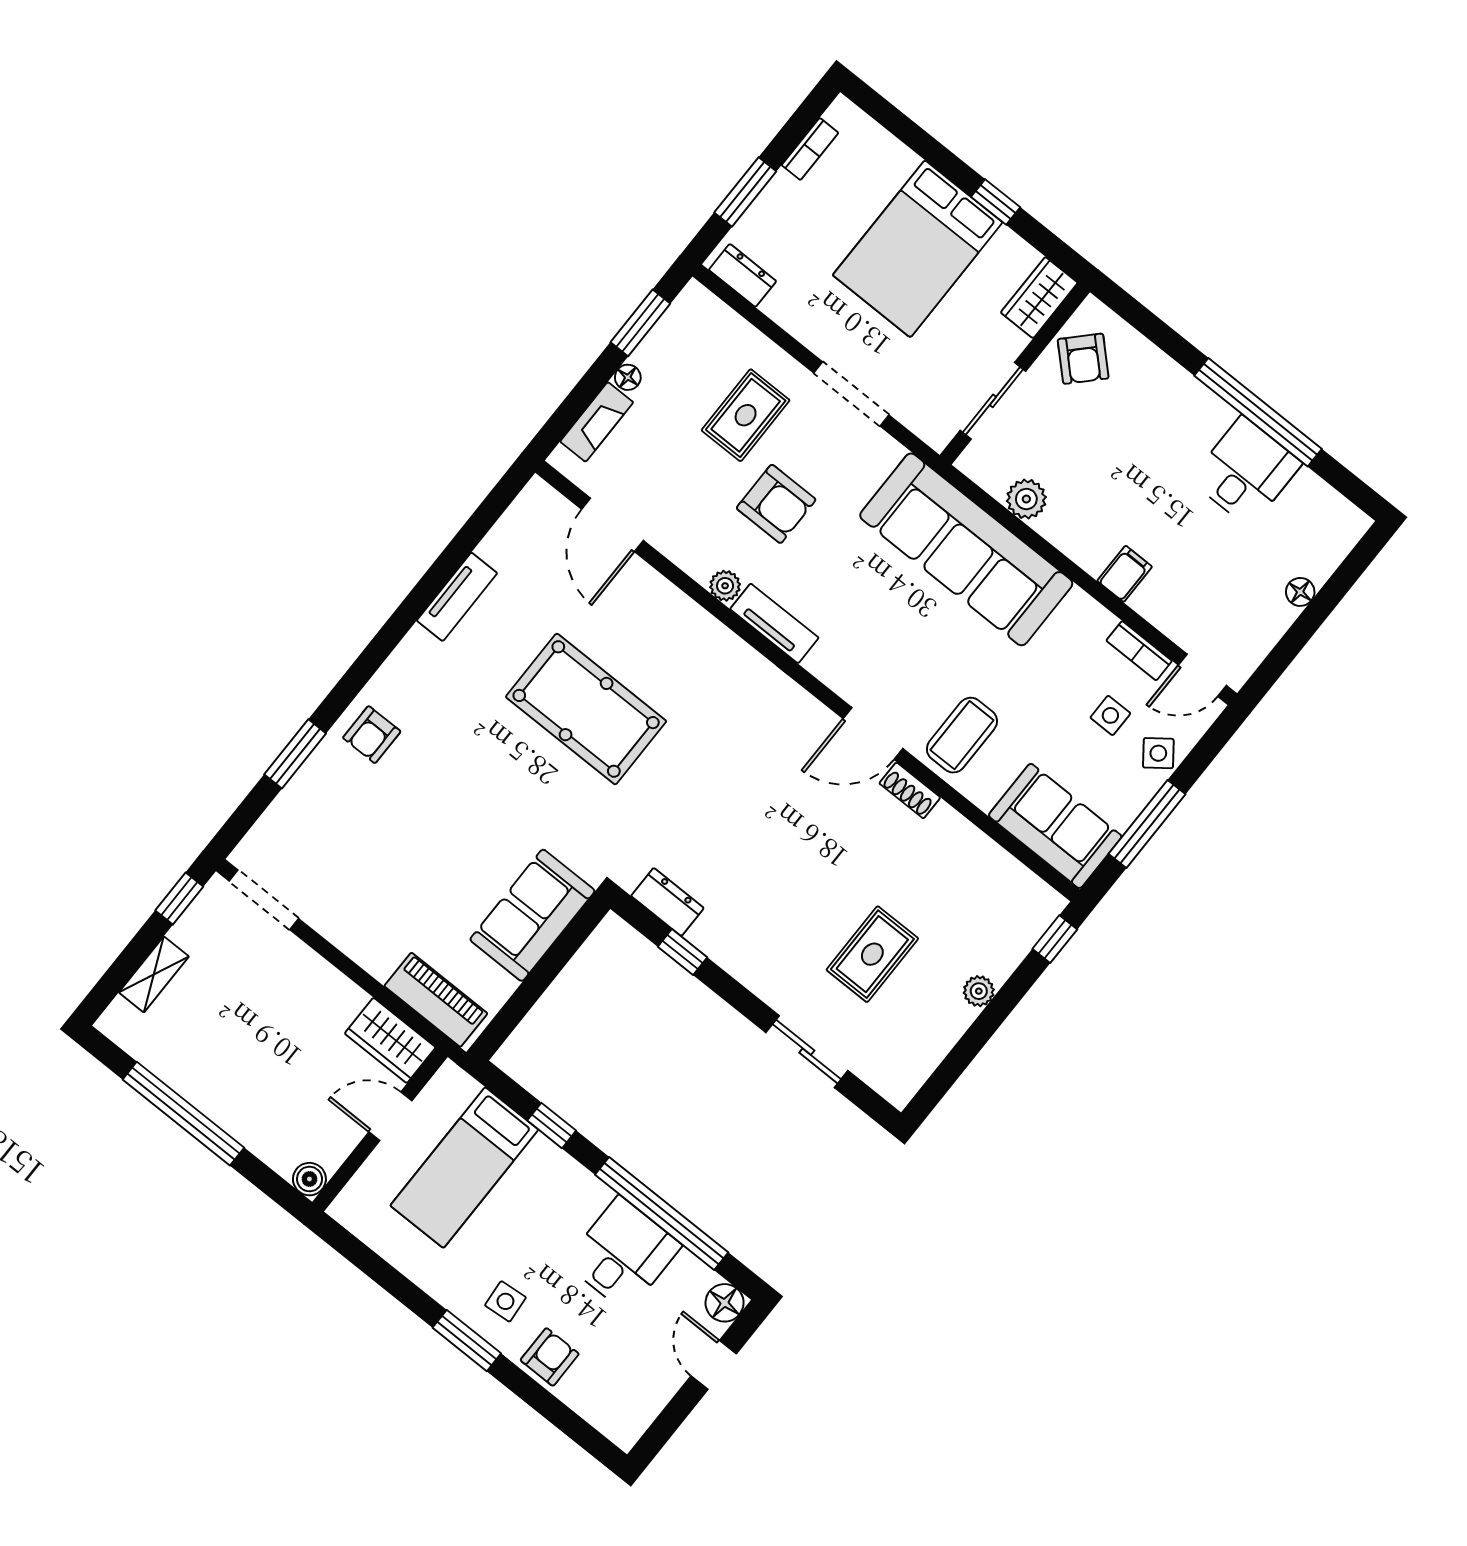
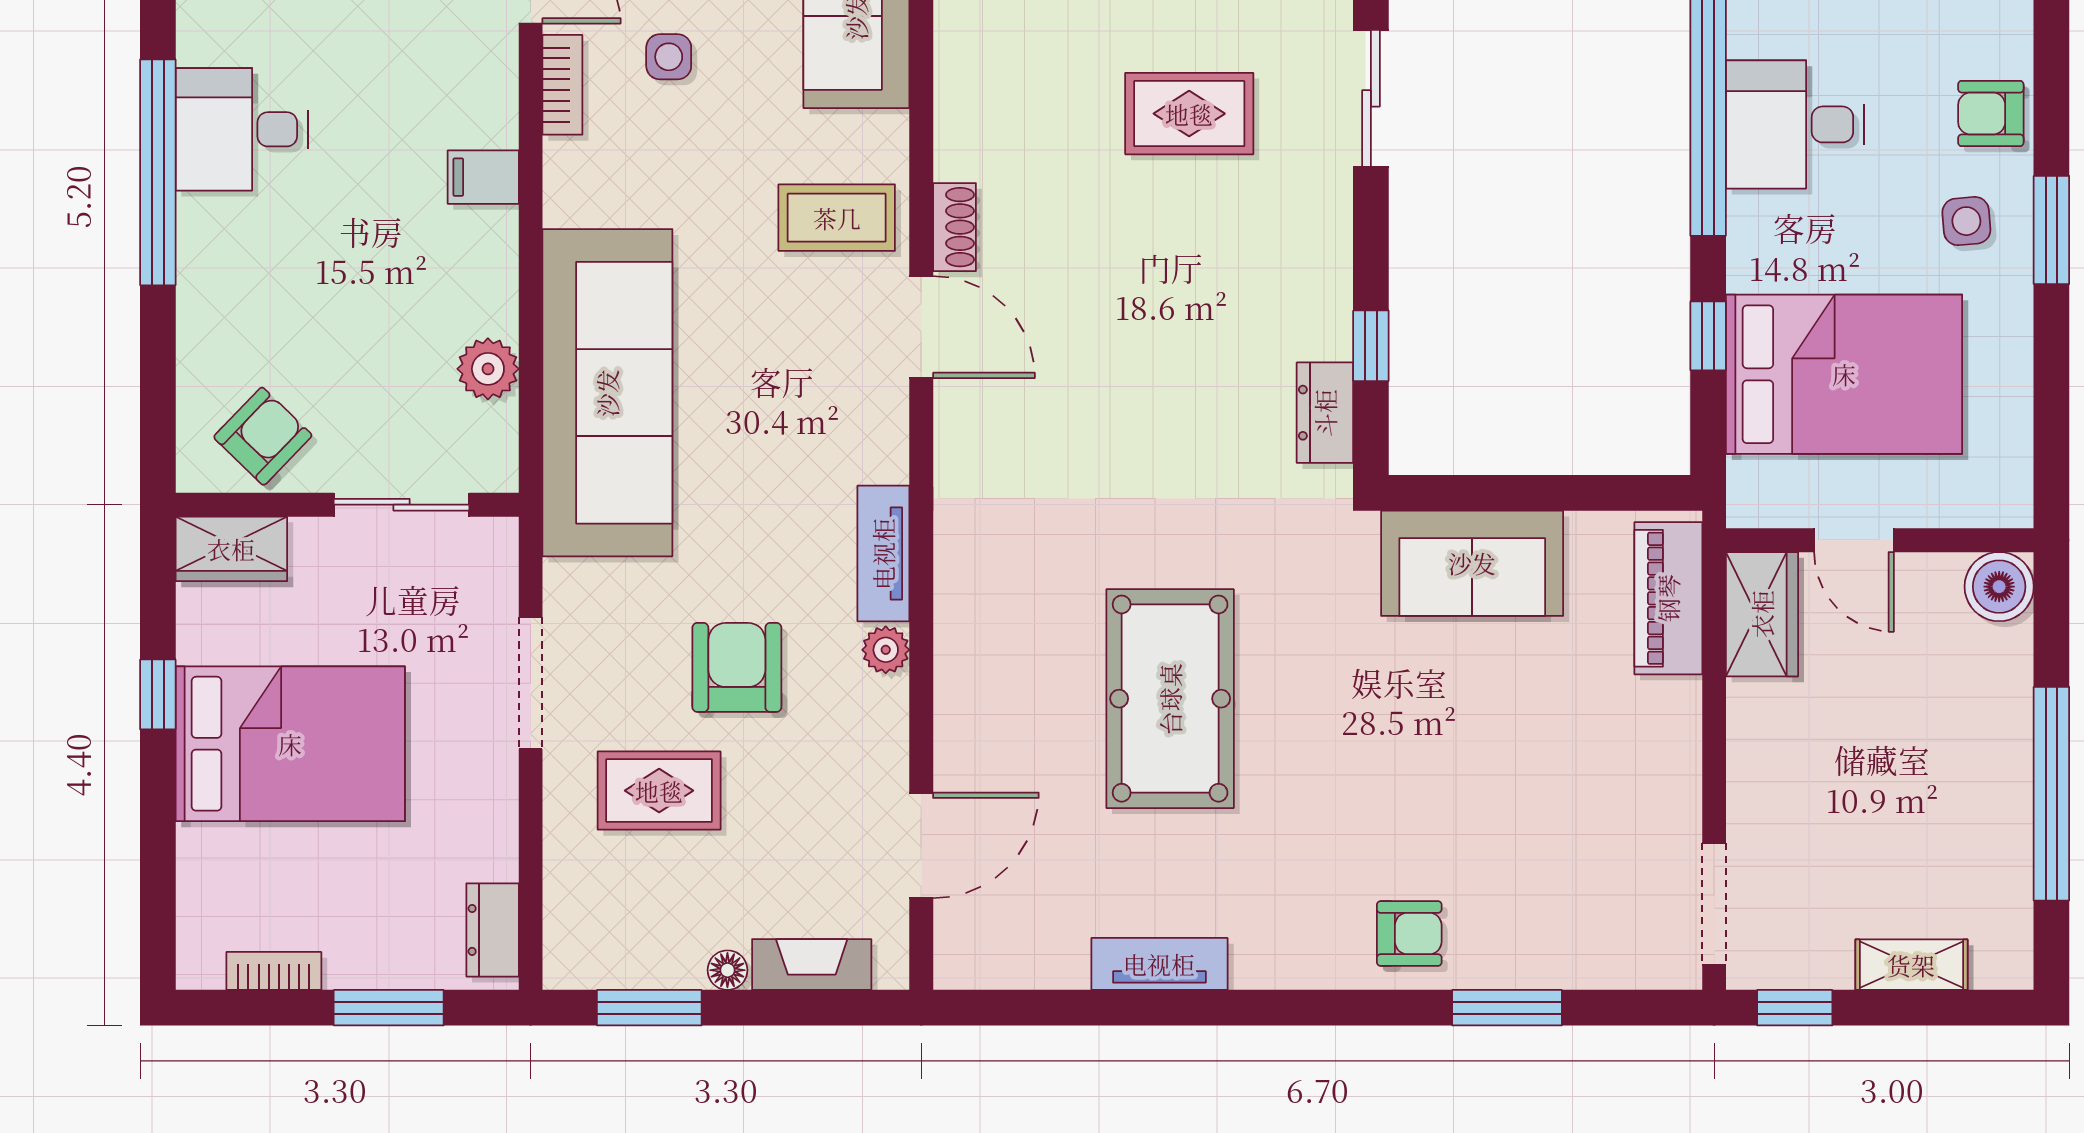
bed: (464, 1168) -> (1844, 374), width x1.50
boiler: (309, 1179) -> (1999, 587), width x1.36, depth x1.36

